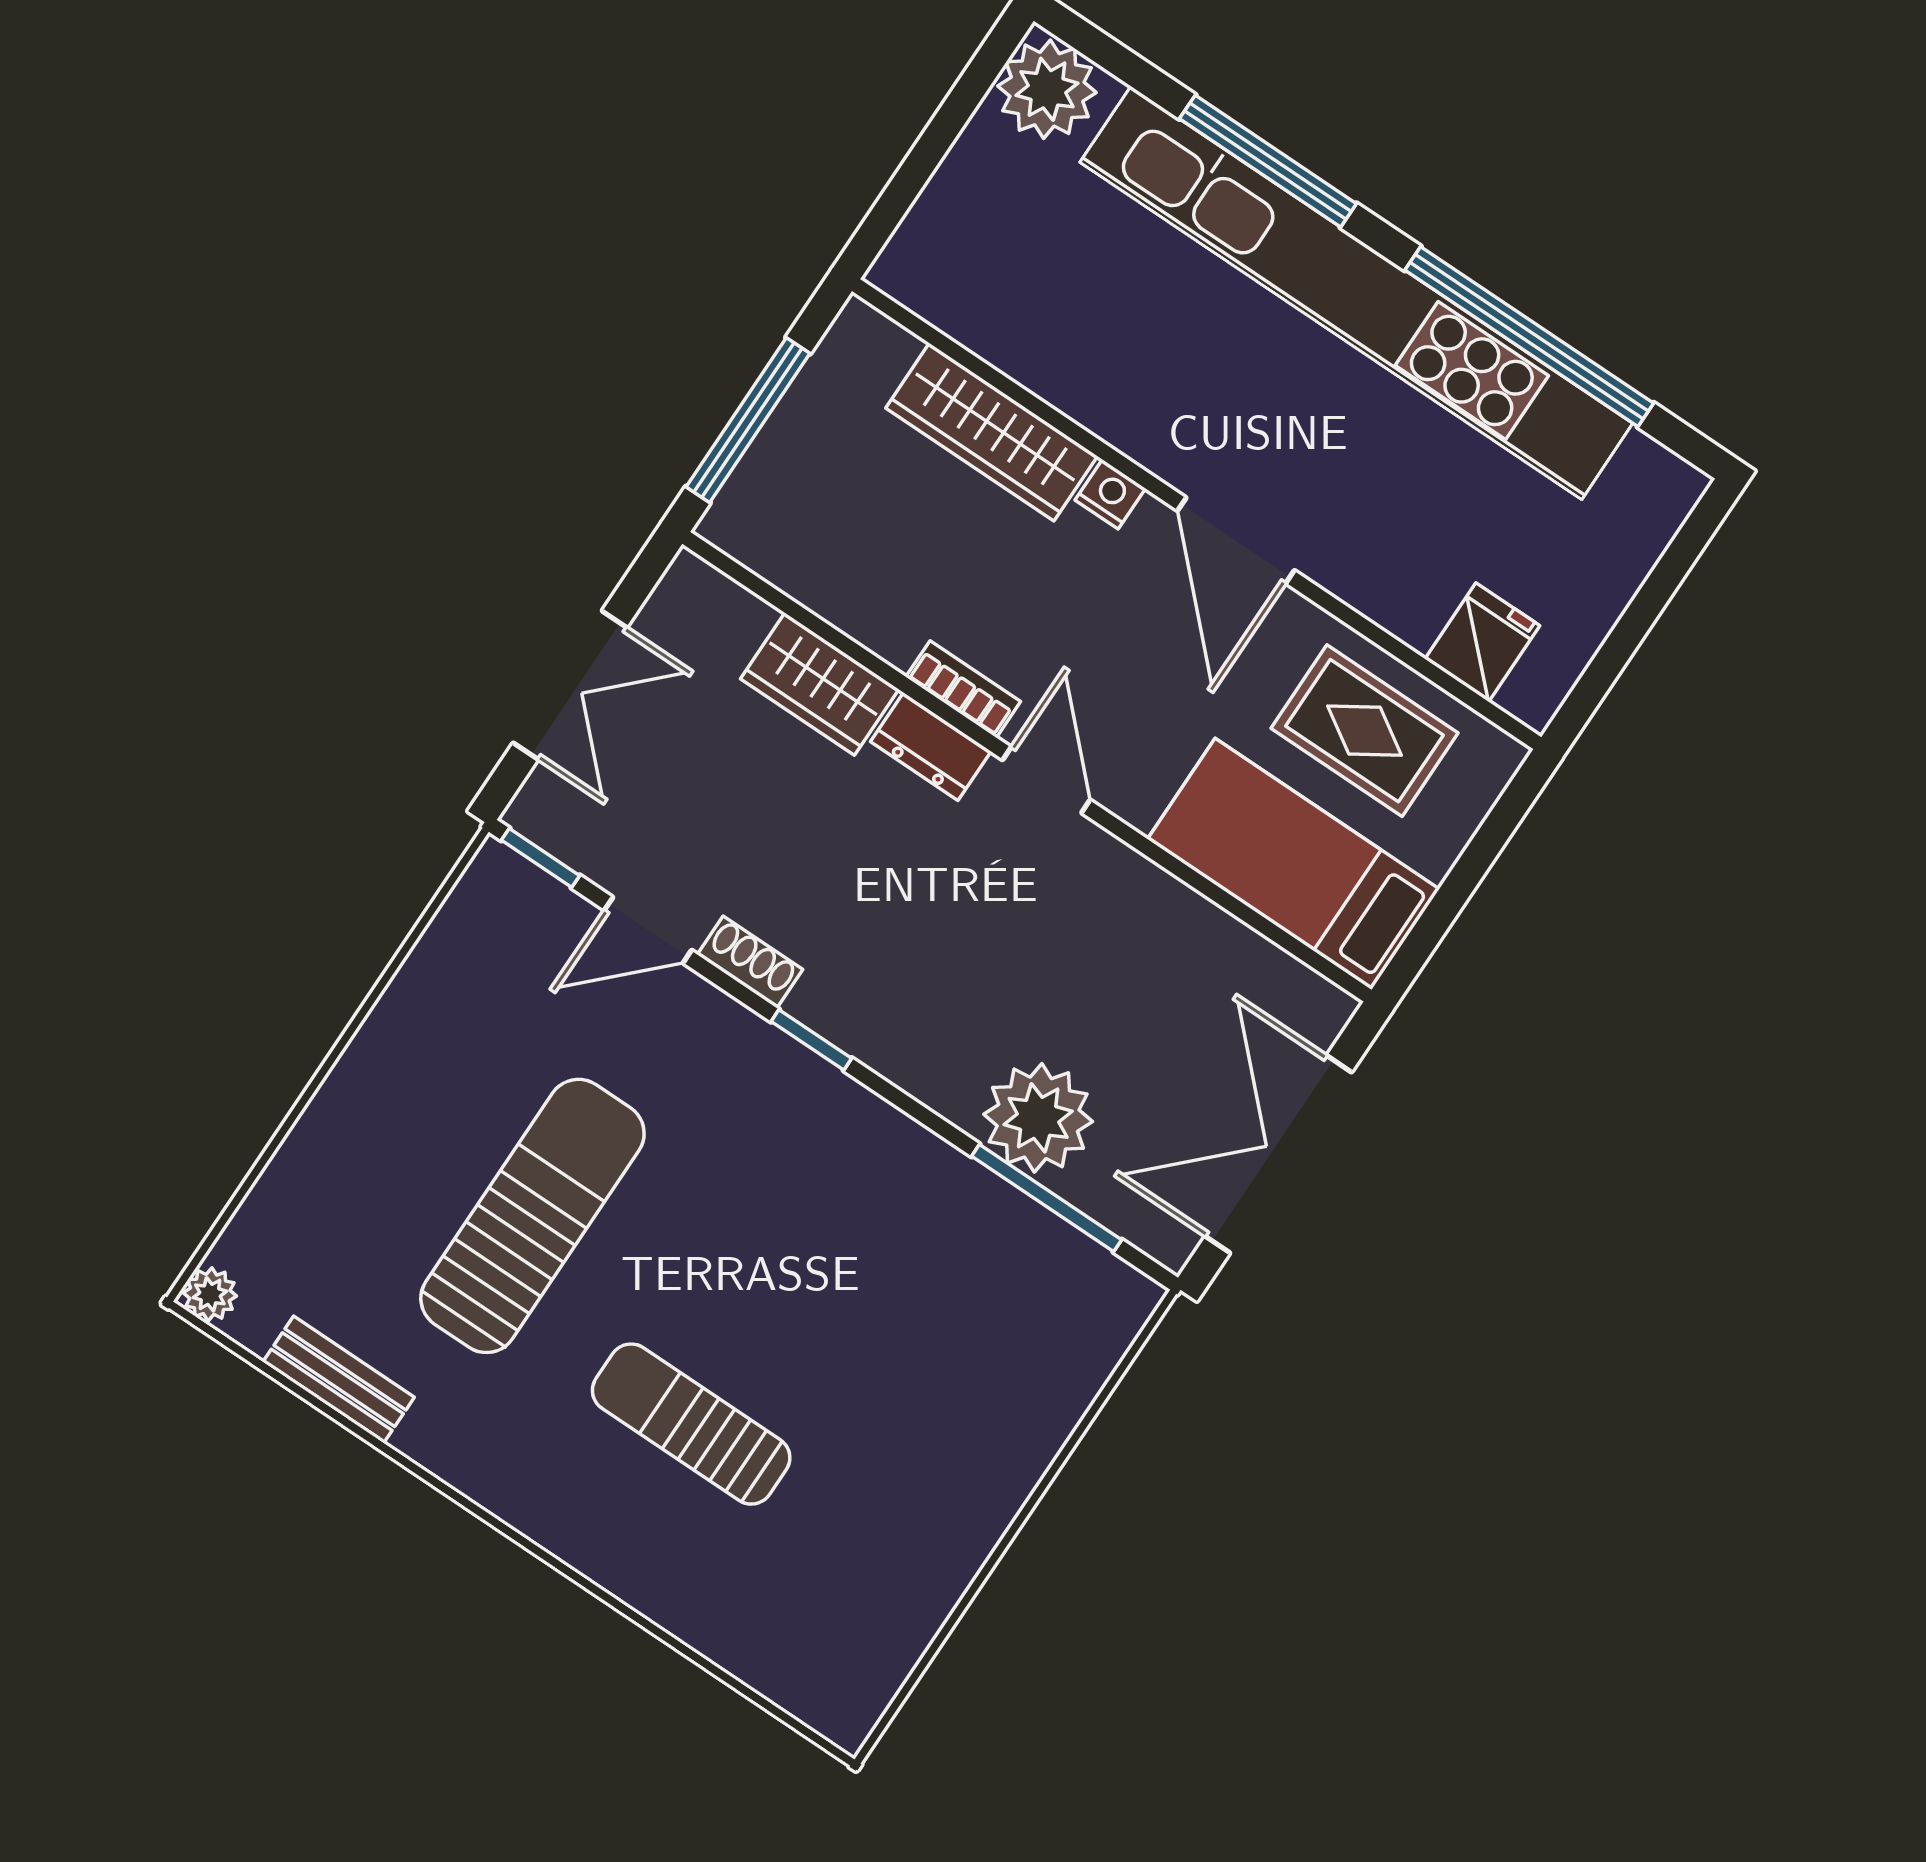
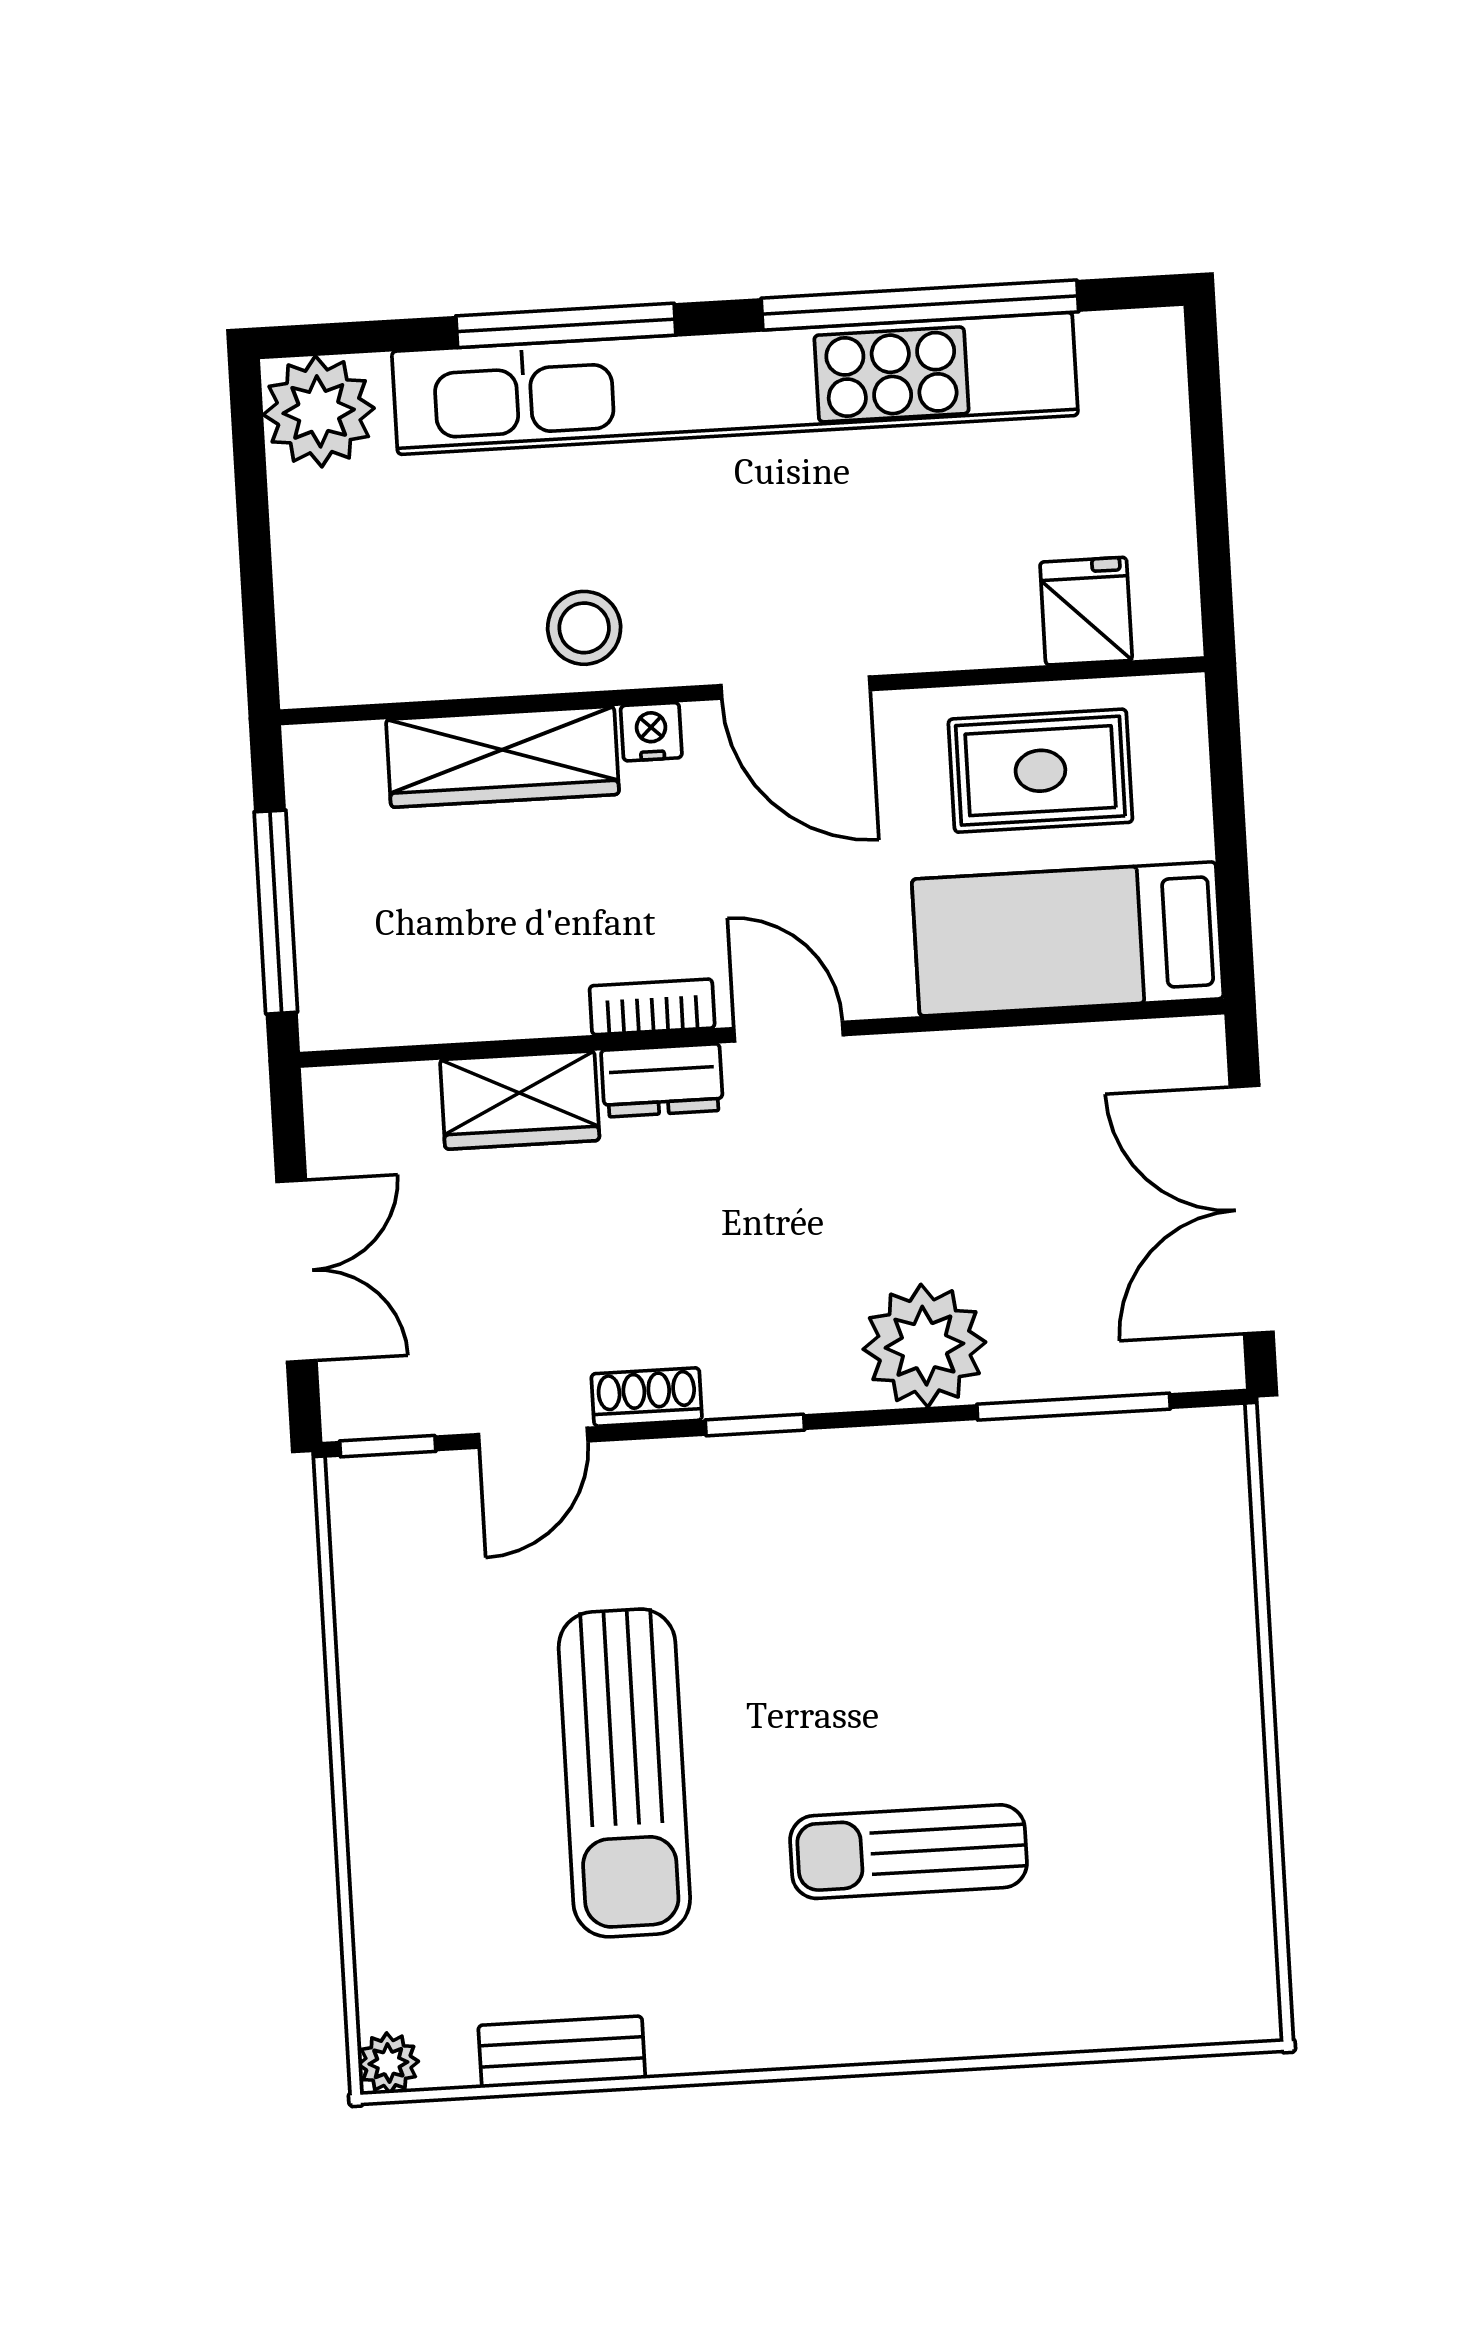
stool: (1119, 385) -> (584, 628), added
plant: (1038, 1118) -> (924, 1346), moved
sun lounger: (532, 1216) -> (624, 1773), turned 180

